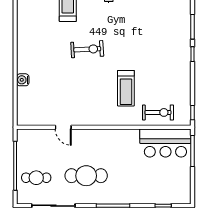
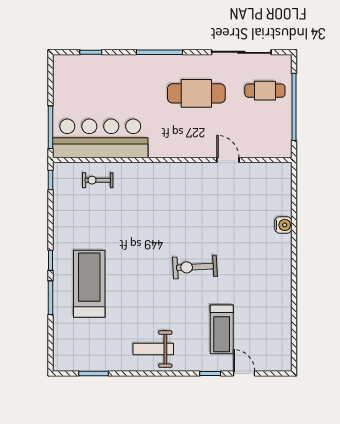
treadmill: (126, 88) -> (89, 284), moved, width x1.37, depth x1.38
exercise bike: (158, 112) -> (98, 180), width x0.73, depth x0.72
bar counter: (165, 143) -> (100, 138), width x1.36

